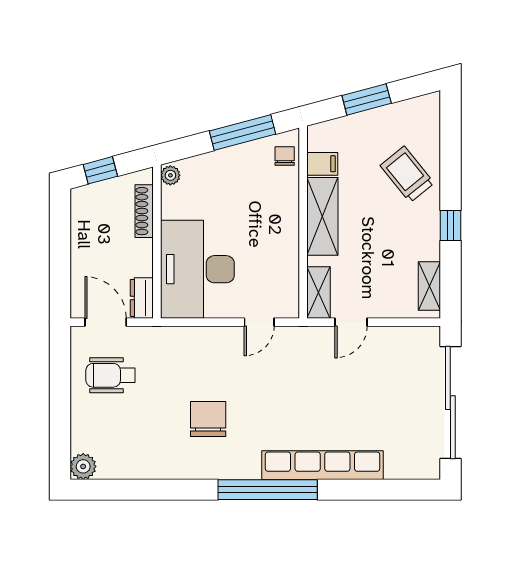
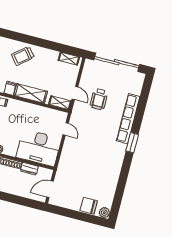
window: (450, 226) -> (47, 44), removed
dresser: (142, 298) -> (29, 169), moved
wheelchair: (110, 375) -> (99, 99), moved
chair: (208, 419) -> (89, 206), moved
window: (268, 490) -> (132, 143), width x0.47

